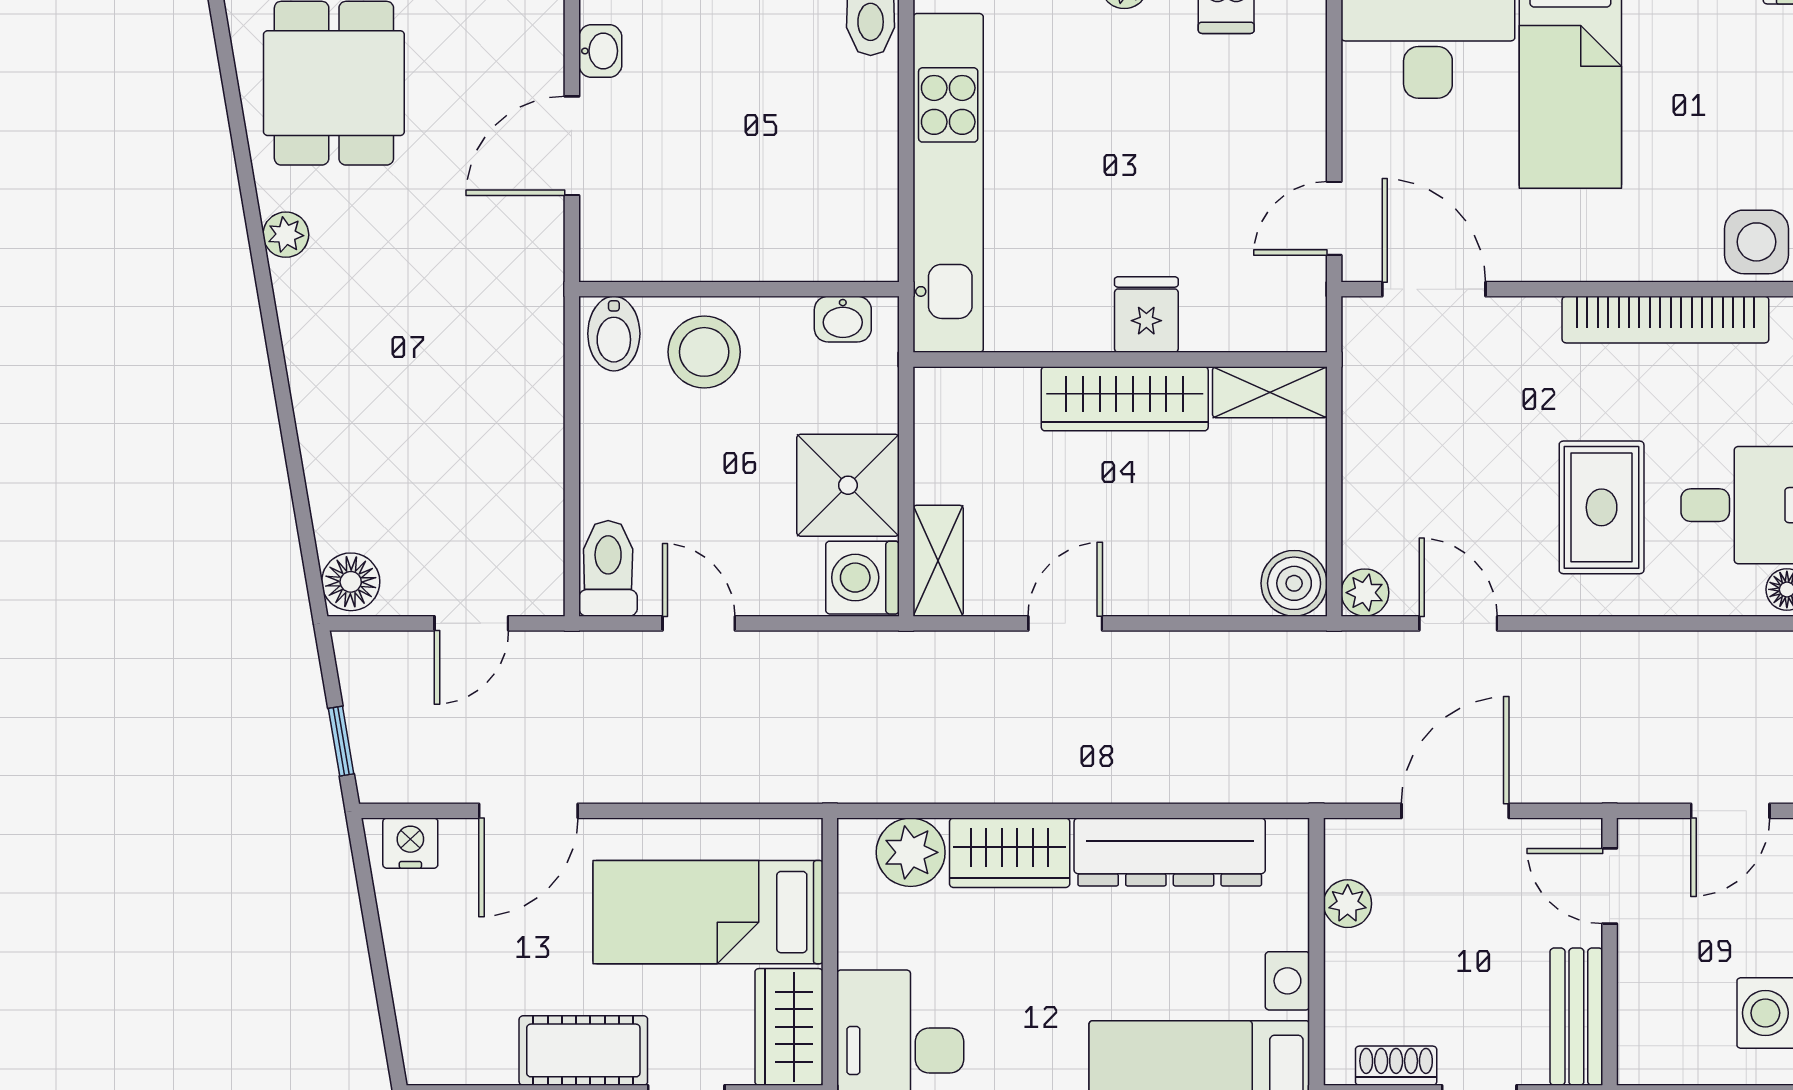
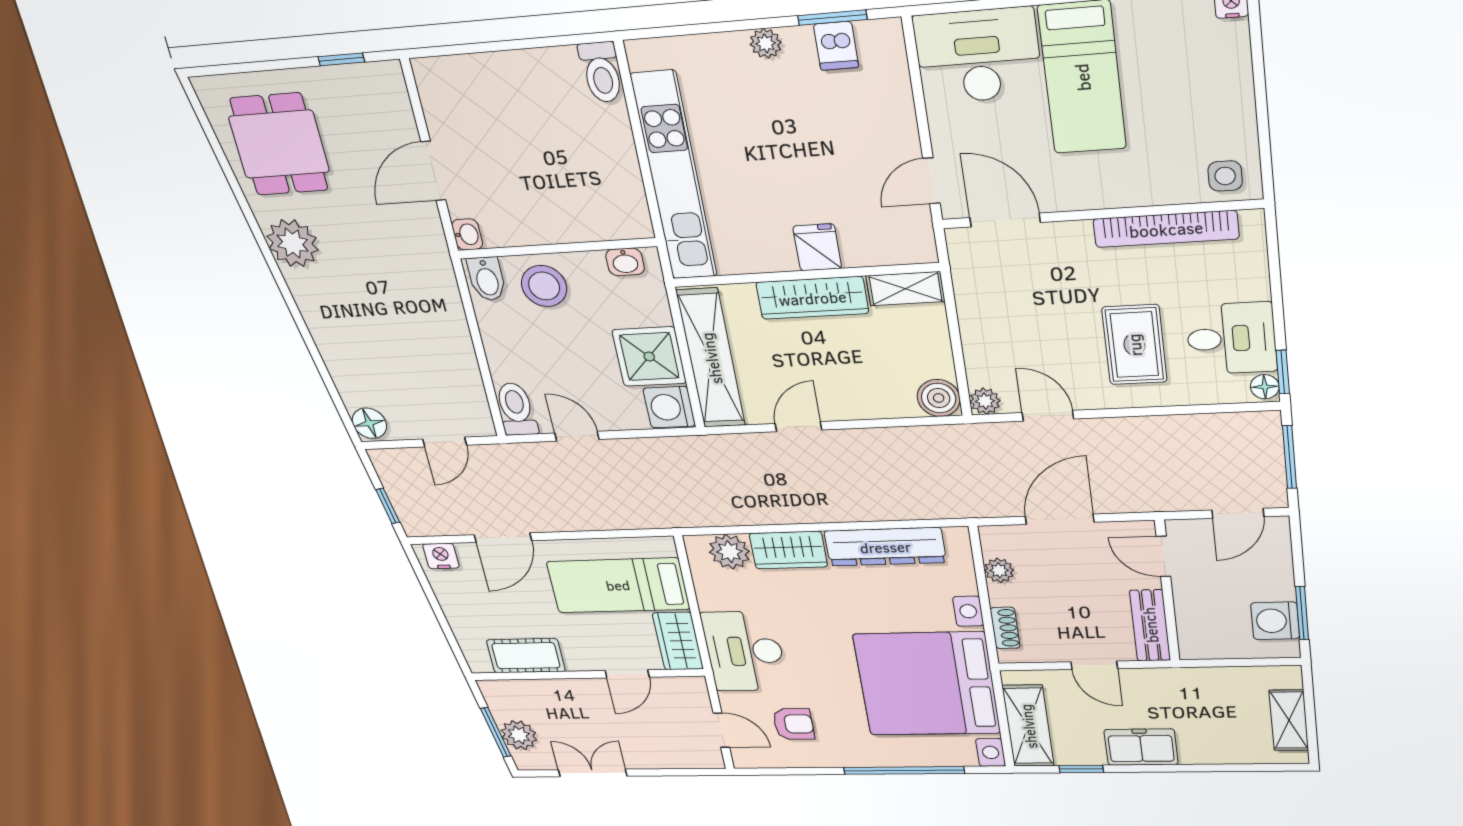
washbasin: (600, 51) -> (467, 234), moved
plant: (286, 235) -> (293, 243), width x1.88, depth x1.88
side table: (1756, 242) -> (1225, 176), width x0.73, depth x0.73
shelving: (938, 561) -> (711, 358), width x2.20, depth x1.33
cot: (583, 1050) -> (526, 656), moved
shoe rack: (1396, 1066) -> (1005, 628), moved, turned 90

